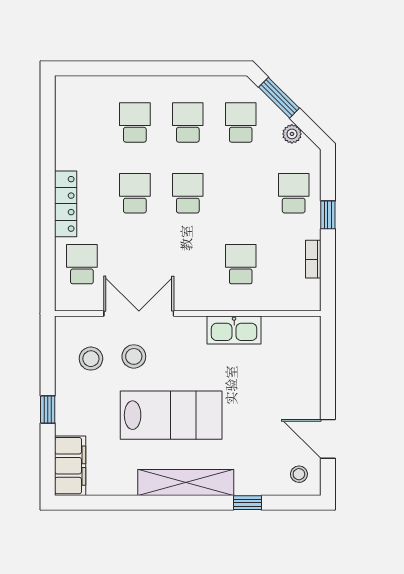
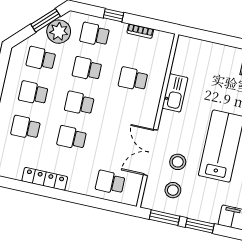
window: (279, 98) -> (46, 20), moved
plant: (292, 134) -> (59, 32), width x1.88, depth x1.88
school desk: (241, 193) -> (87, 69), added
locker: (66, 204) -> (45, 179), moved
window: (48, 355) -> (164, 218), added
window: (48, 410) -> (200, 226), width x1.50

